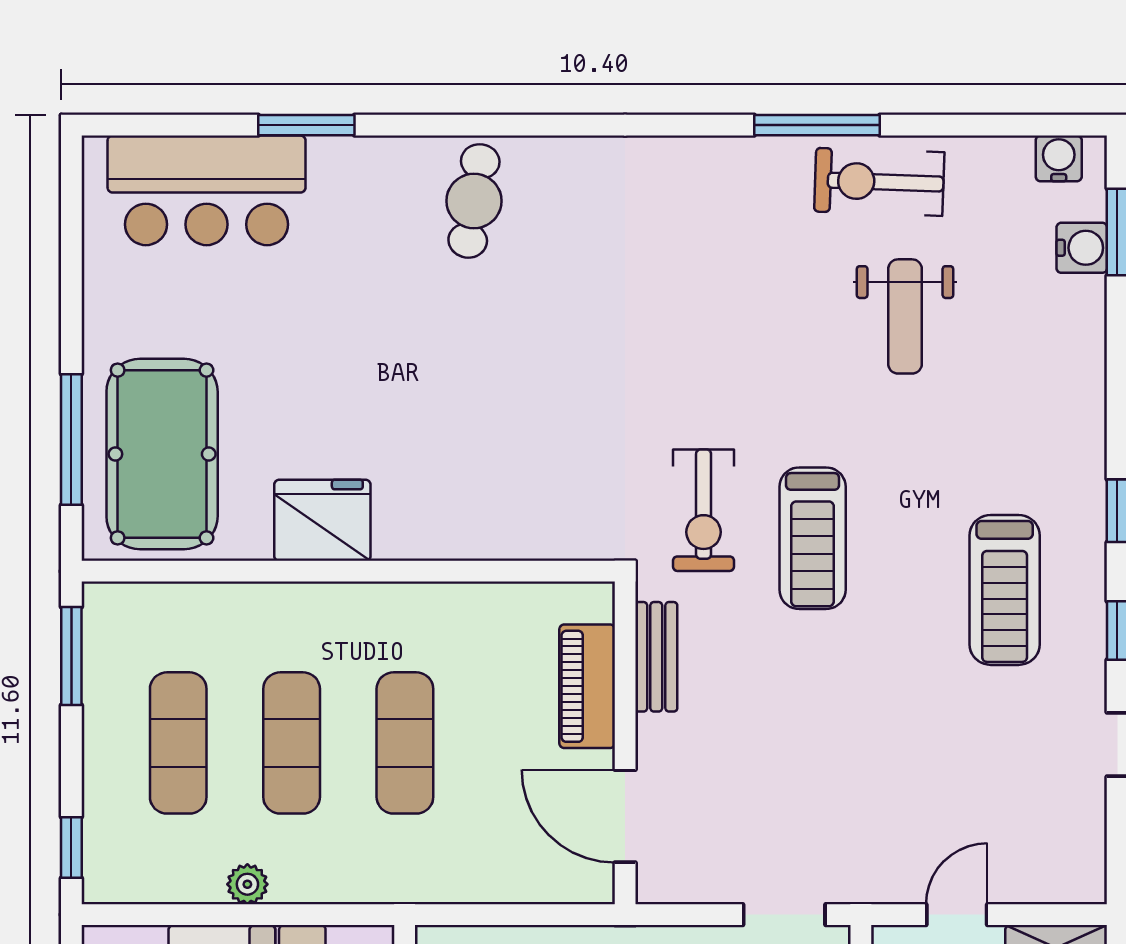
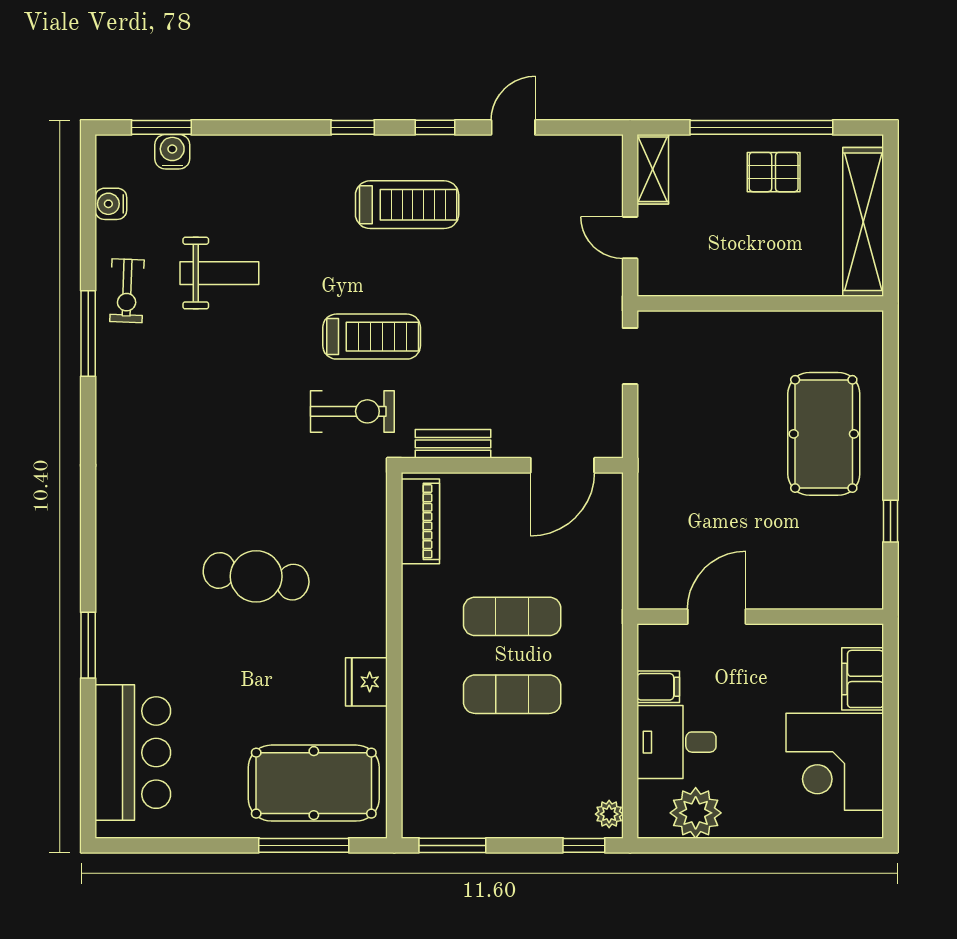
window: (306, 125) -> (88, 645), moved
water cooler: (1059, 158) -> (111, 204), moved
exercise bike: (879, 182) -> (127, 291), width x0.73, depth x0.72
cafe table: (474, 201) -> (256, 576), moved, width x1.37, depth x1.35
fridge: (322, 520) -> (366, 682), width x0.73, depth x0.75
piano: (587, 686) -> (420, 521), moved, turned -90
exercise mat: (178, 743) -> (512, 772), removed
plant: (247, 884) -> (609, 814), moved

